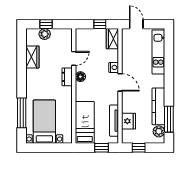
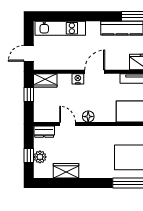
dresser: (67, 77) -> (44, 132), moved

